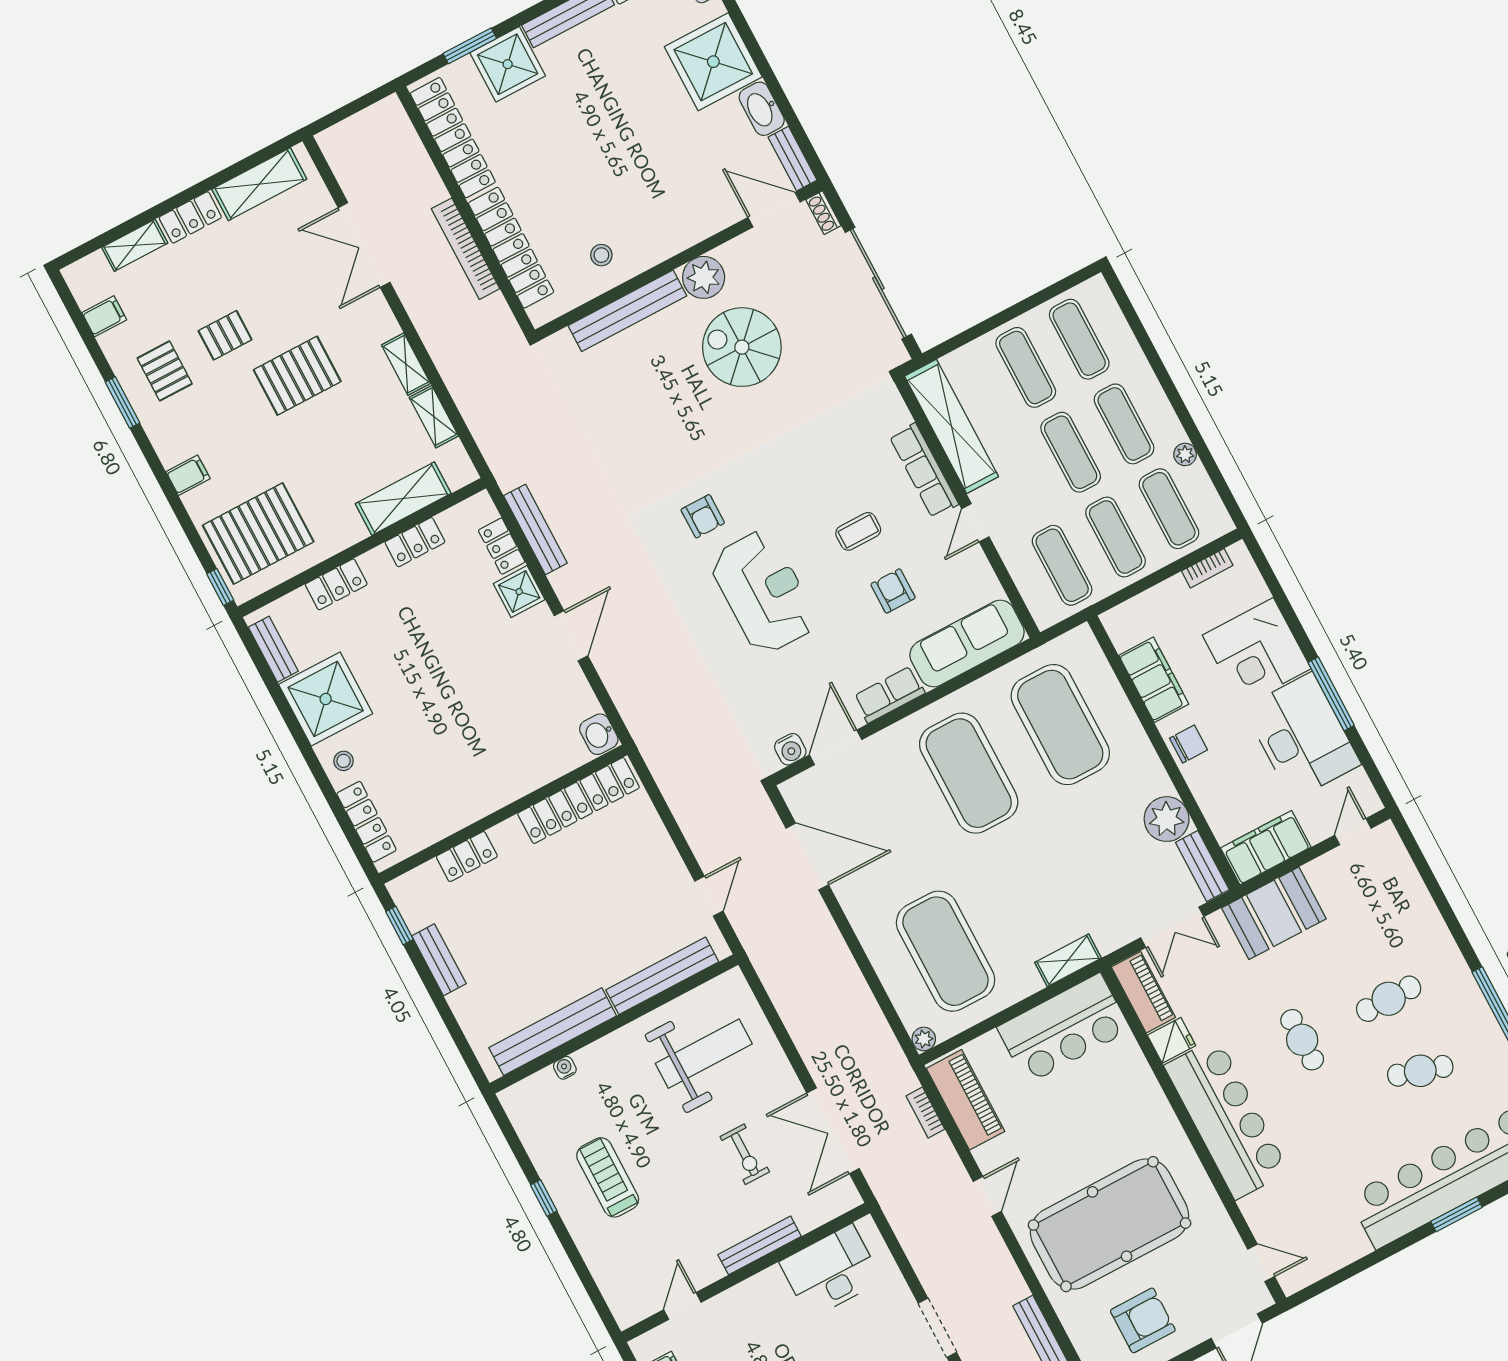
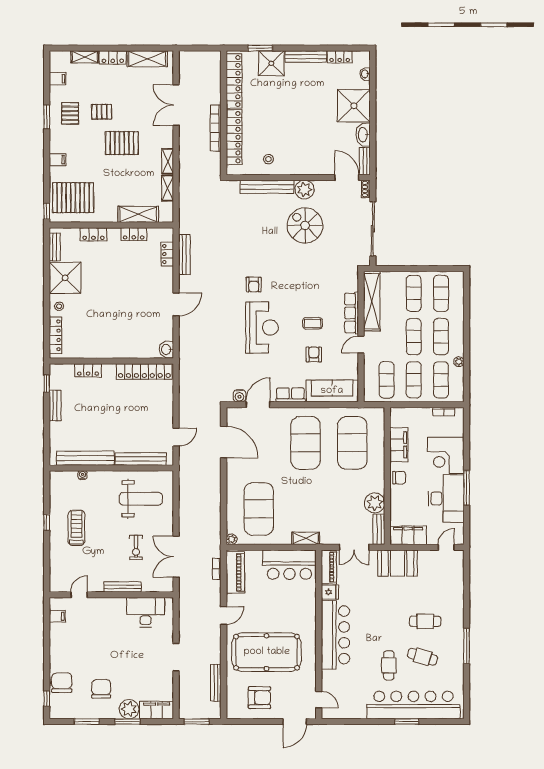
shower: (519, 592) -> (165, 276), removed
cafe table: (1302, 1040) -> (389, 665), moved

